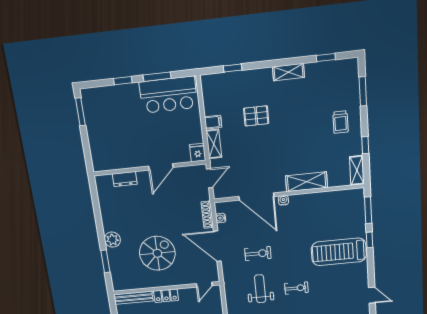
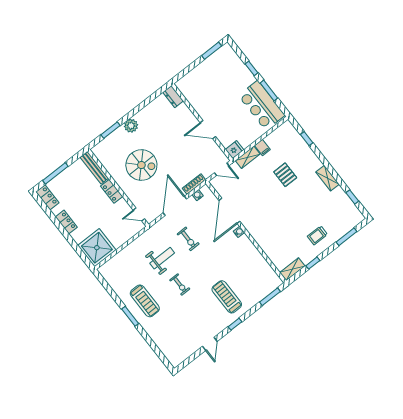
dresser: (125, 179) -> (173, 97), moved
shelving: (307, 182) -> (262, 239), removed
window: (369, 240) -> (235, 324), moved
treadmill: (339, 252) -> (227, 297), width x0.73, depth x0.73

